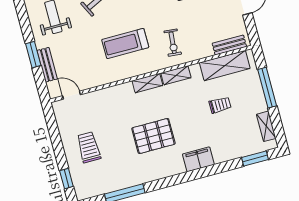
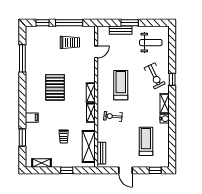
window: (267, 88) -> (67, 170), width x0.46
door: (72, 95) -> (96, 52), moved
window: (56, 141) -> (69, 23), added
trolley: (89, 147) -> (70, 42), moved
filing cabinet: (198, 159) -> (32, 118), width x0.50
window: (255, 159) -> (22, 138), moved

